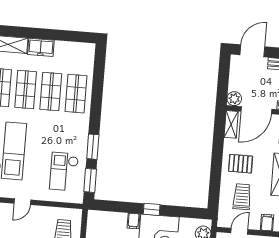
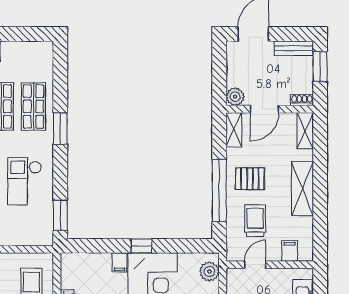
door: (256, 110) -> (264, 109), width x0.73
window: (93, 147) -> (60, 129), moved
window: (216, 171) -> (219, 190), added
checkout: (64, 172) -> (25, 181), moved

